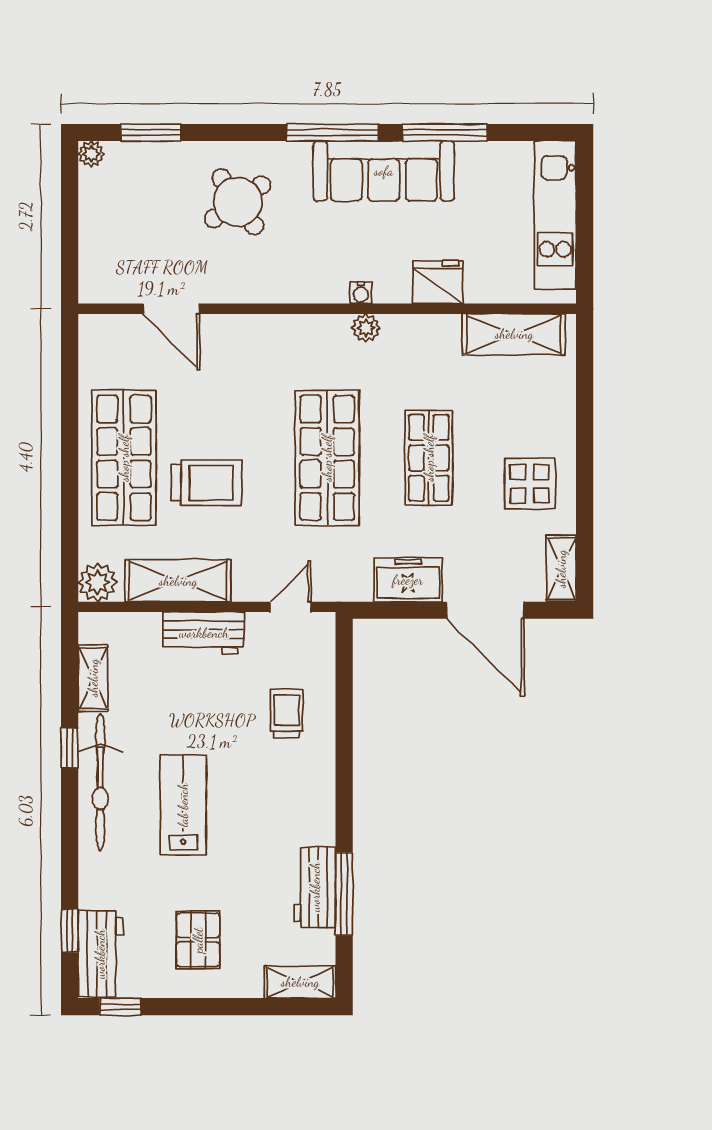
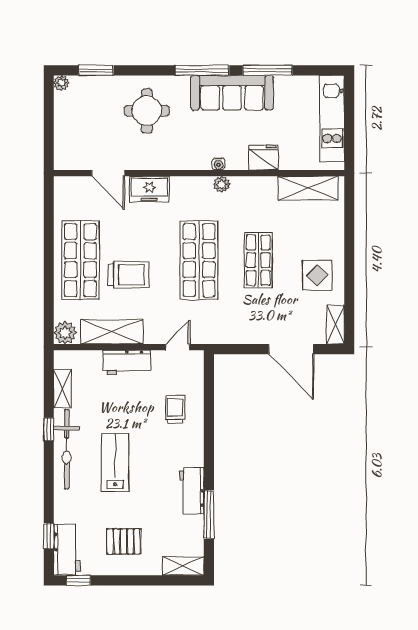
round table: (238, 202) -> (147, 111), turned 35
freezer: (408, 580) -> (149, 189), moved, turned 180
workbench: (315, 887) -> (192, 491), moved
pallet: (198, 940) -> (124, 541), turned 90

